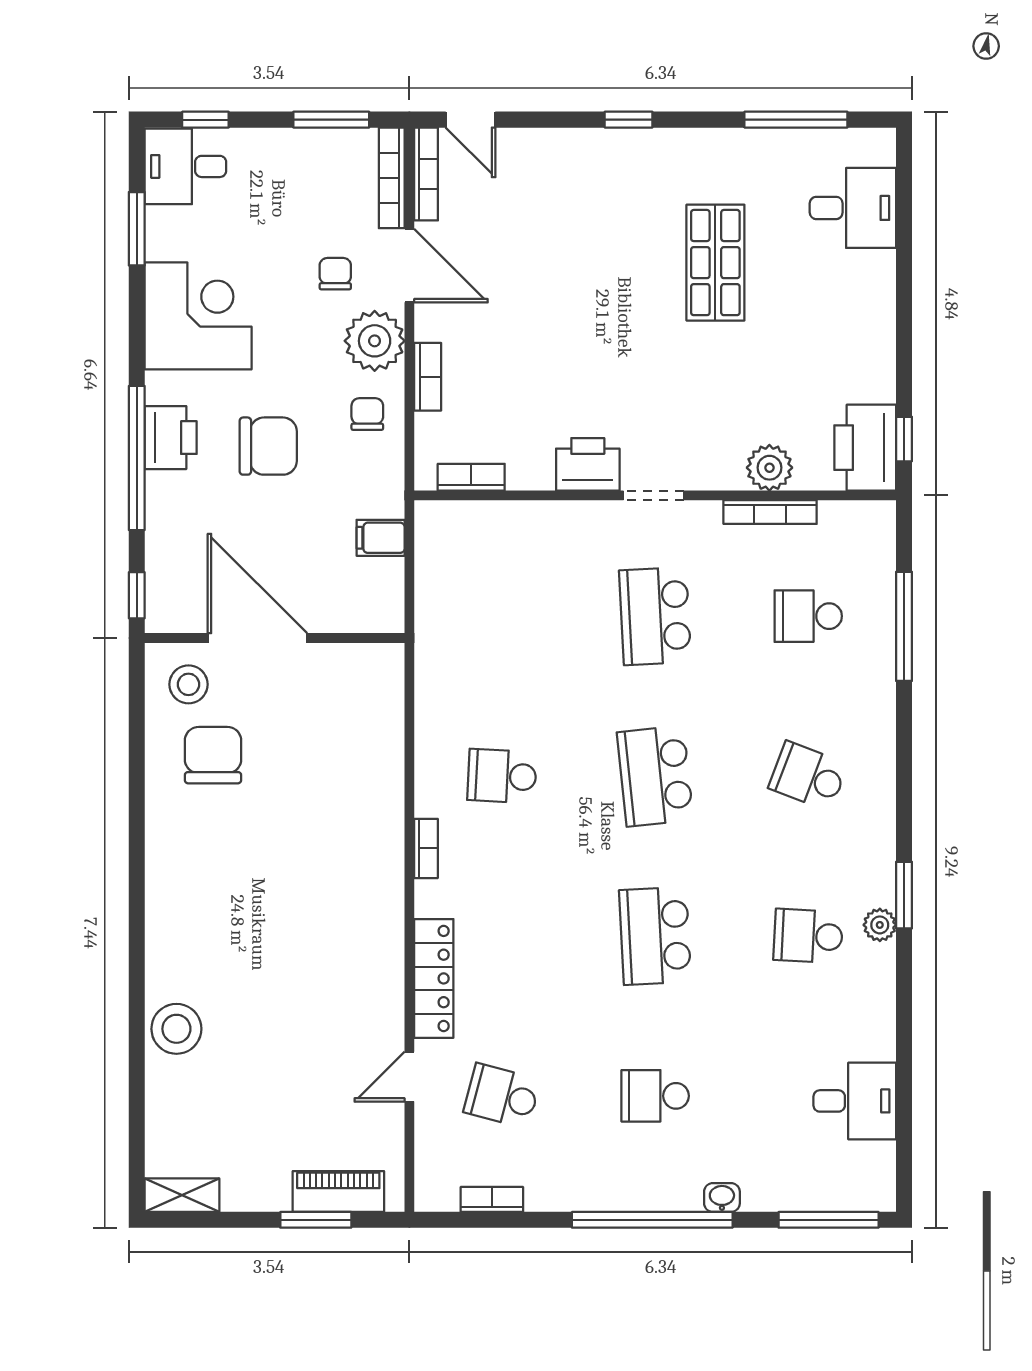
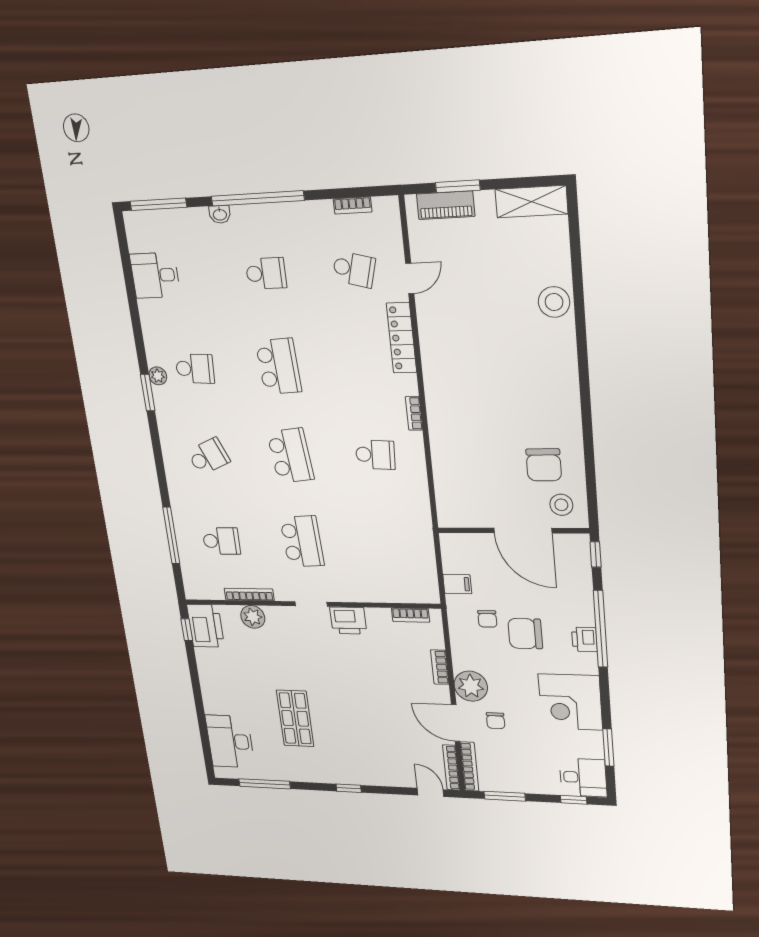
desk: (853, 208) -> (230, 741), width x1.37
chair: (367, 414) -> (487, 619), moved
printer: (171, 438) -> (584, 639), width x0.73, depth x0.81
school desk: (808, 776) -> (208, 457), turned -45
shelving: (182, 1195) -> (531, 202), width x1.50, depth x1.33

